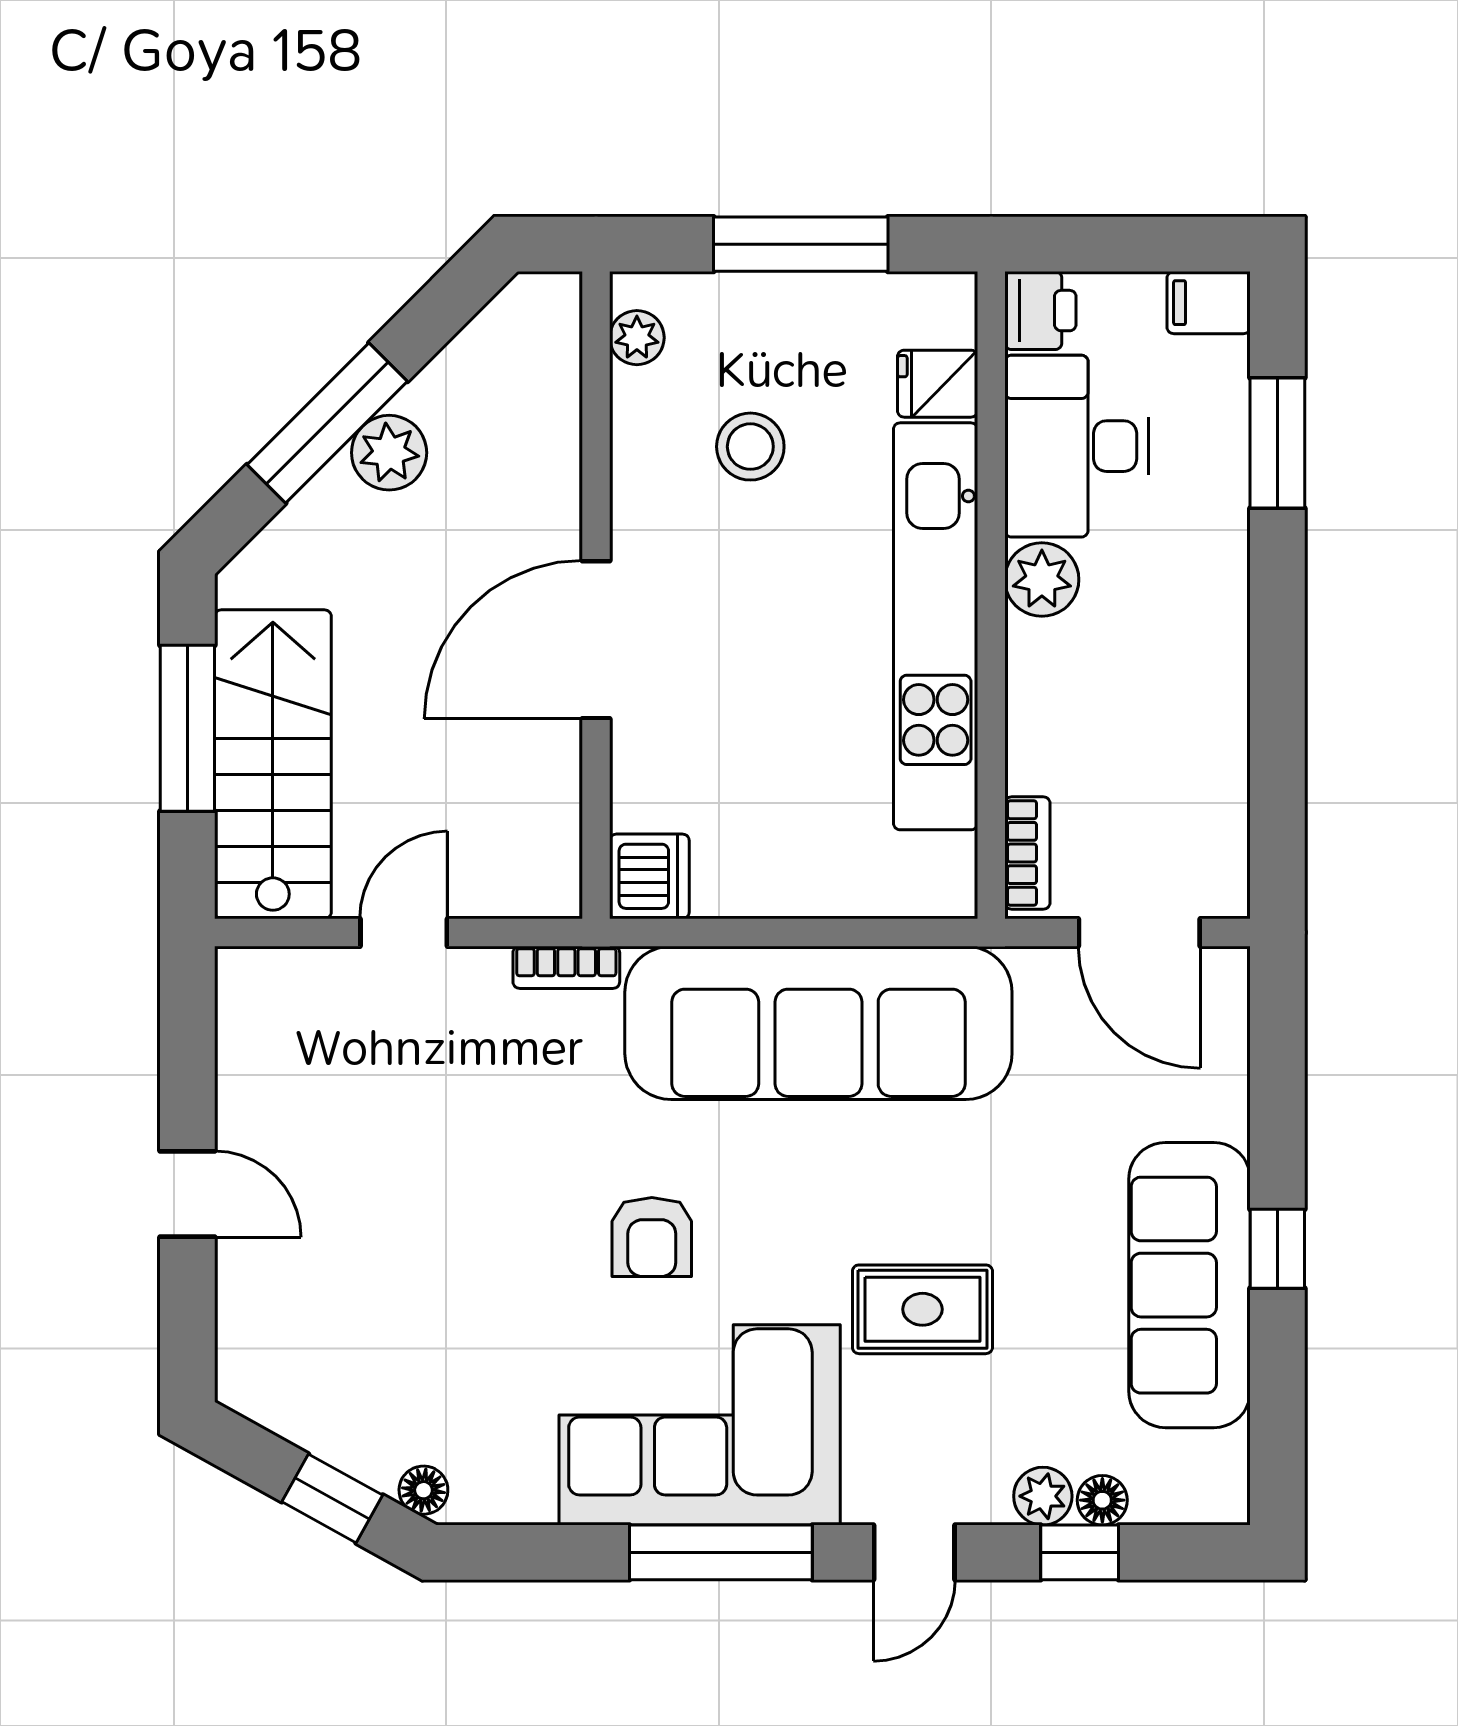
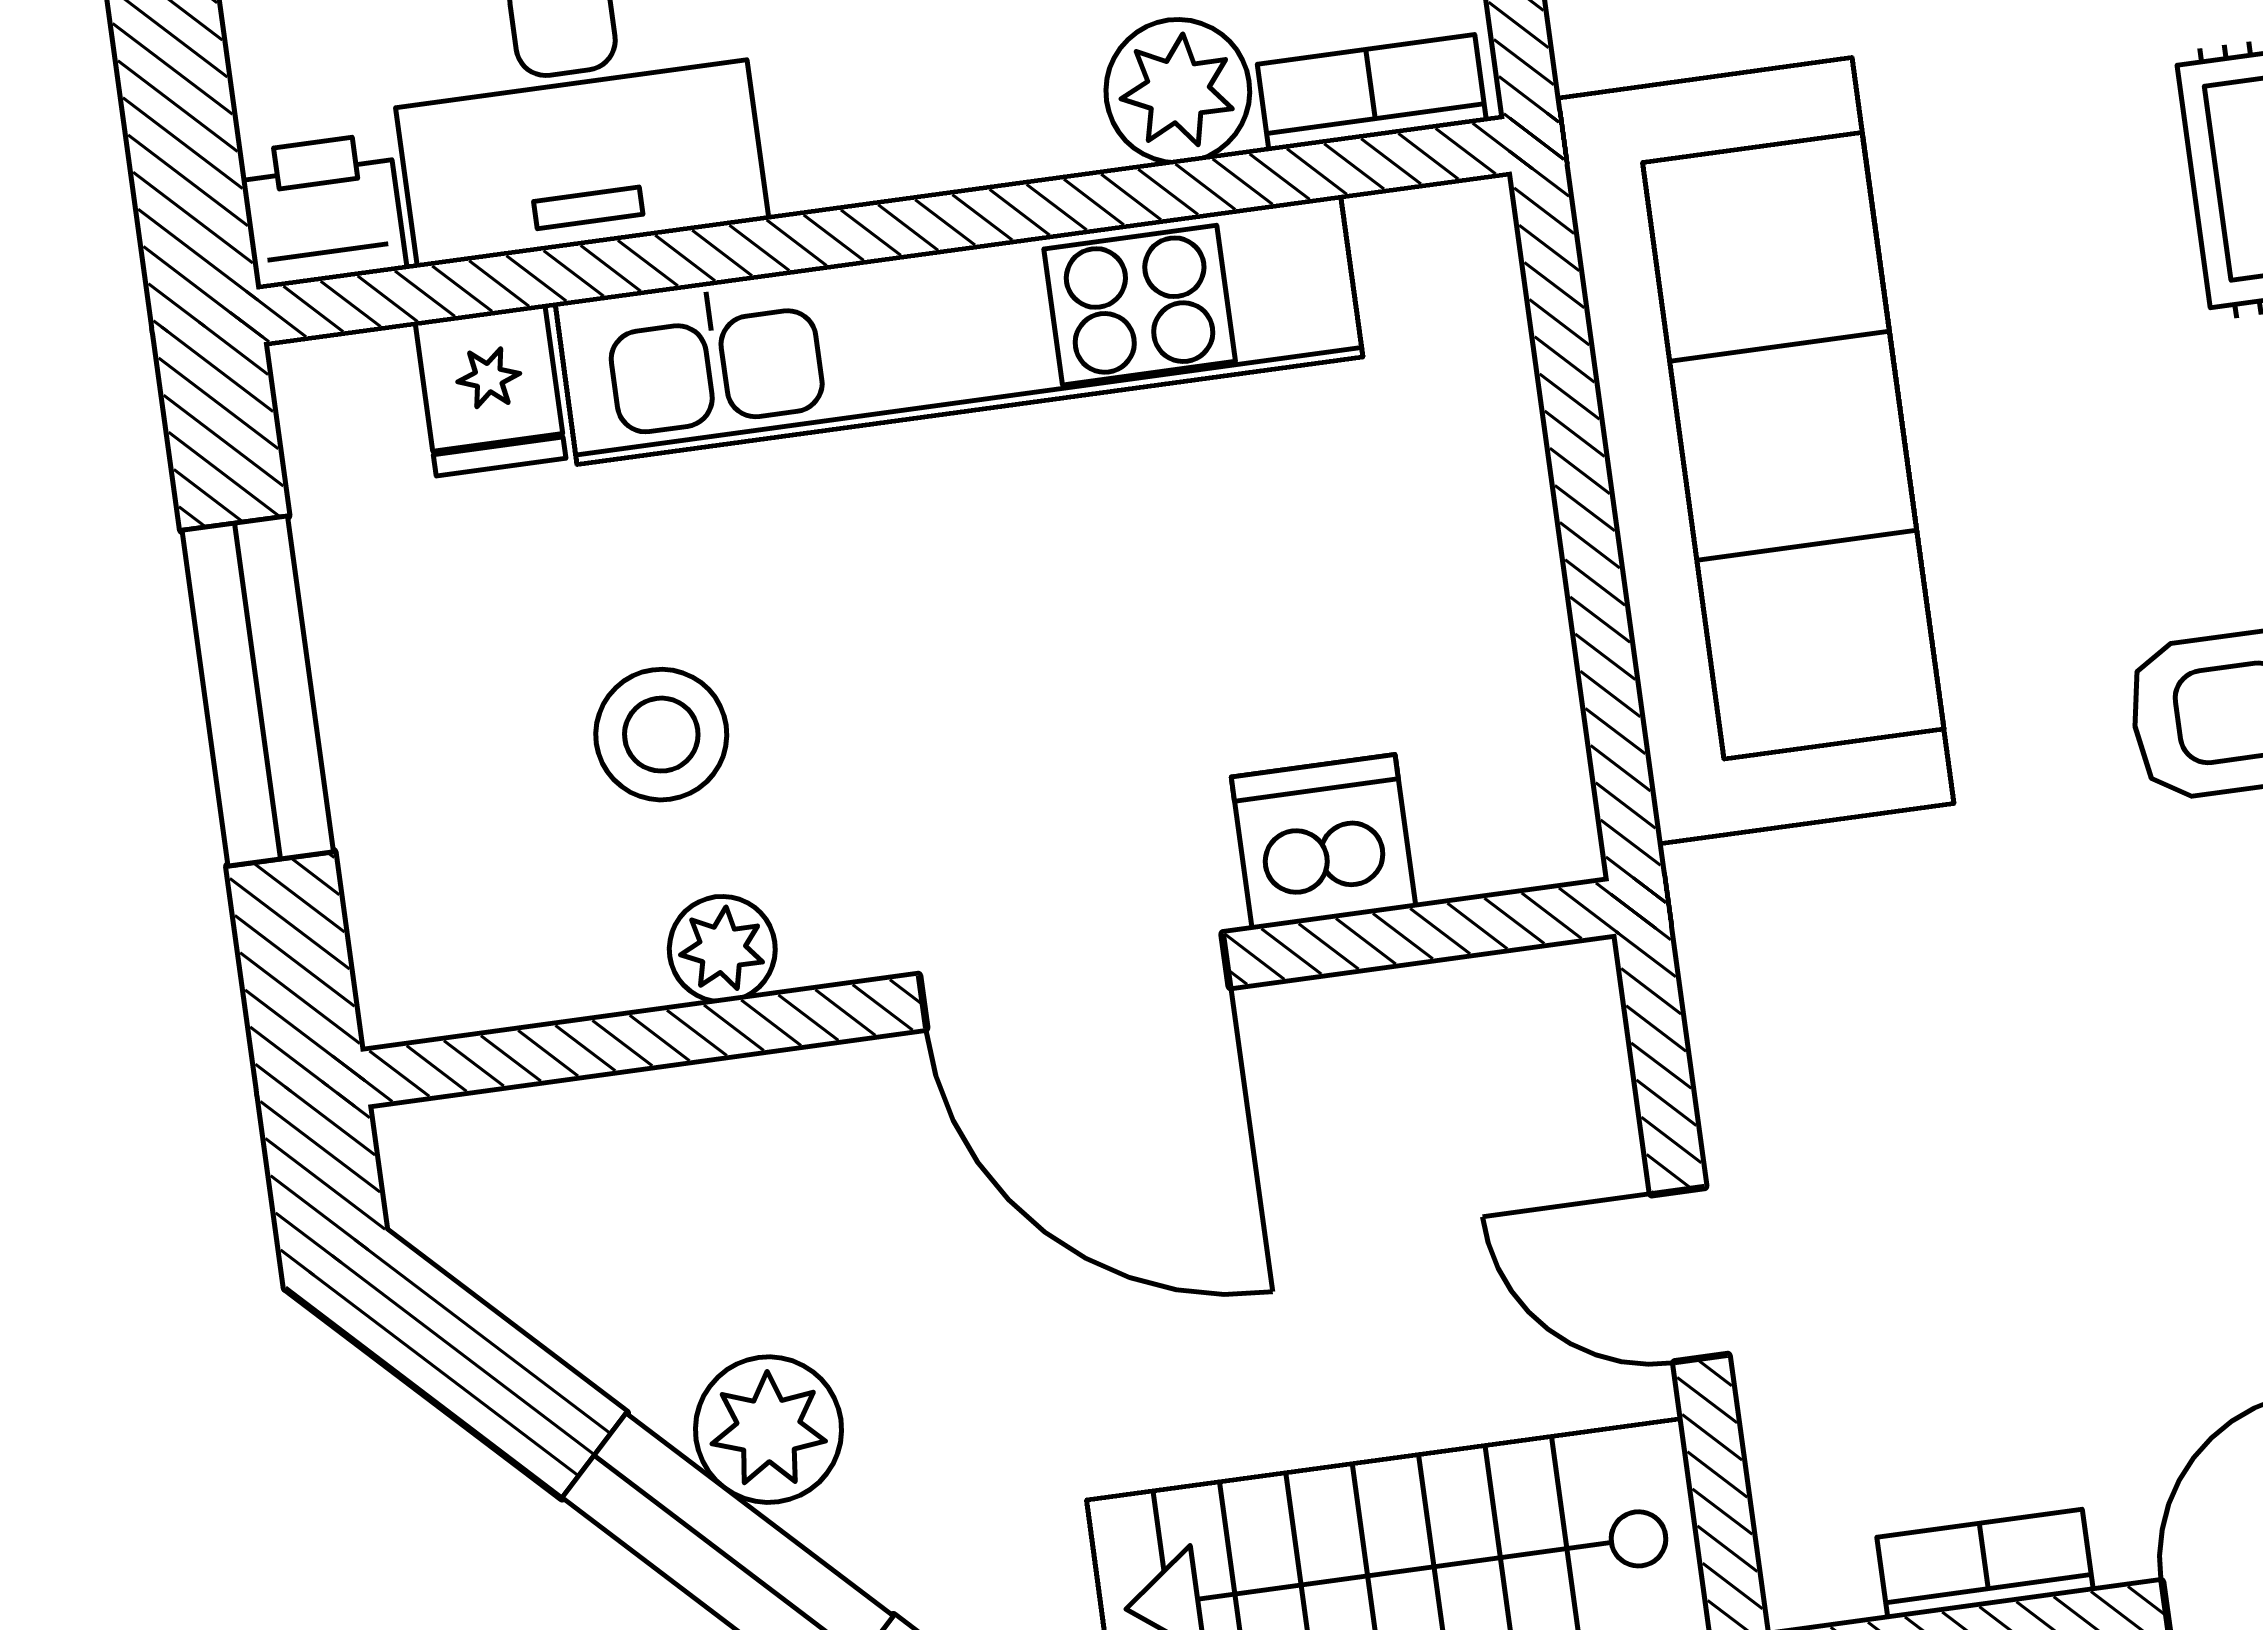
plant: (637, 338) -> (722, 949), moved
plant: (1042, 580) -> (1178, 91), moved
dishwasher: (649, 876) -> (1324, 842), moved
bookcase: (566, 967) -> (1985, 1564), moved, turned -90

